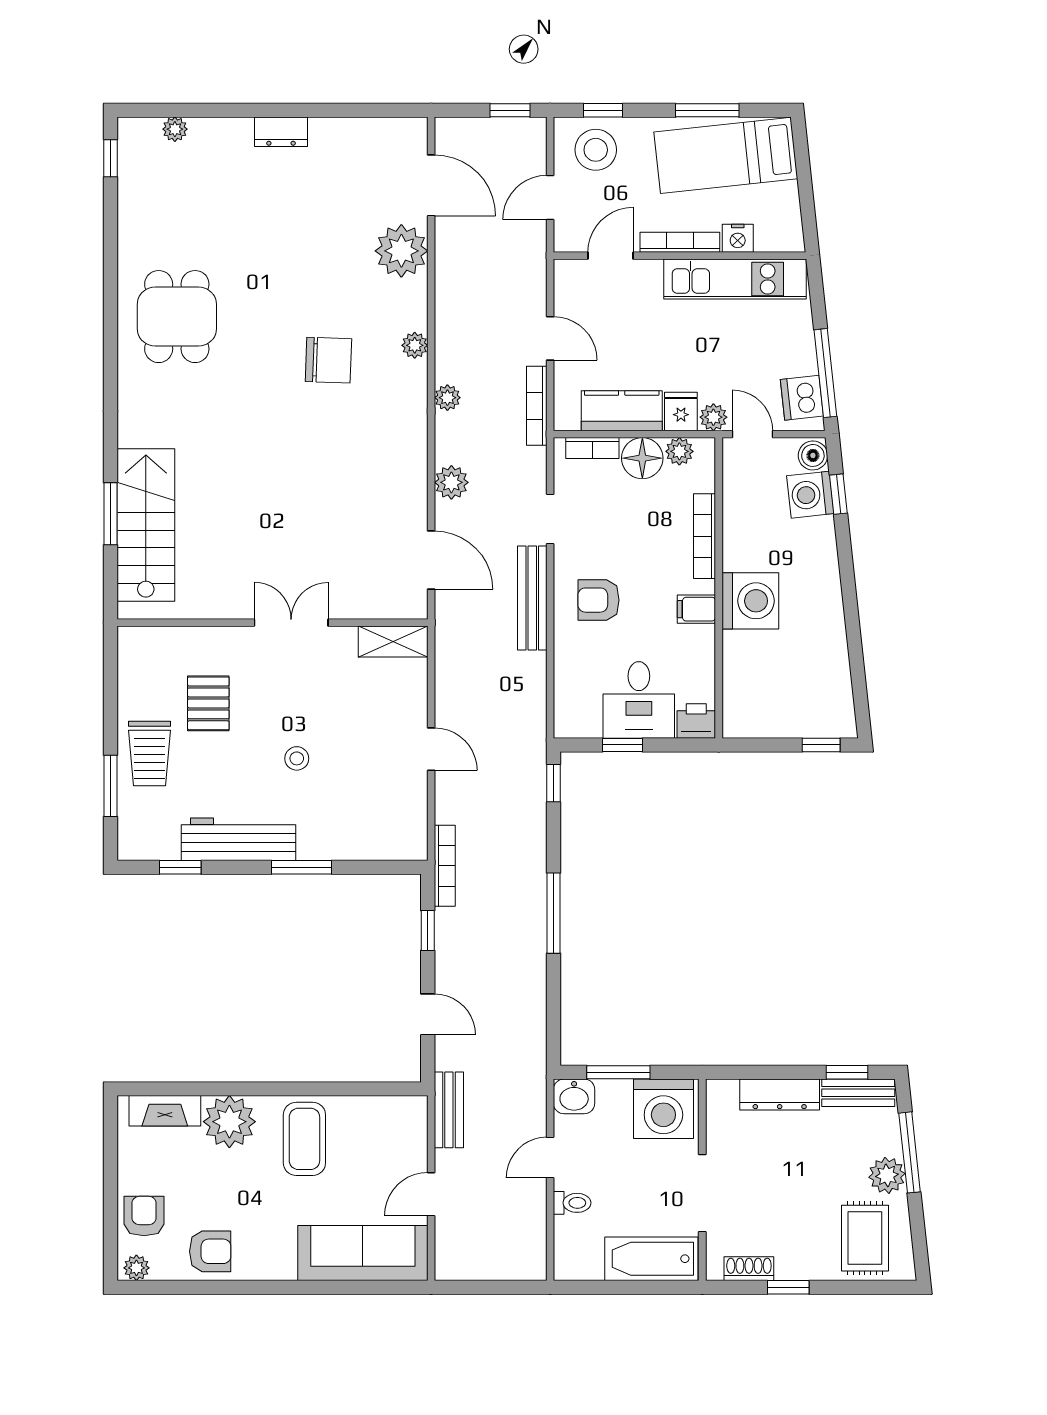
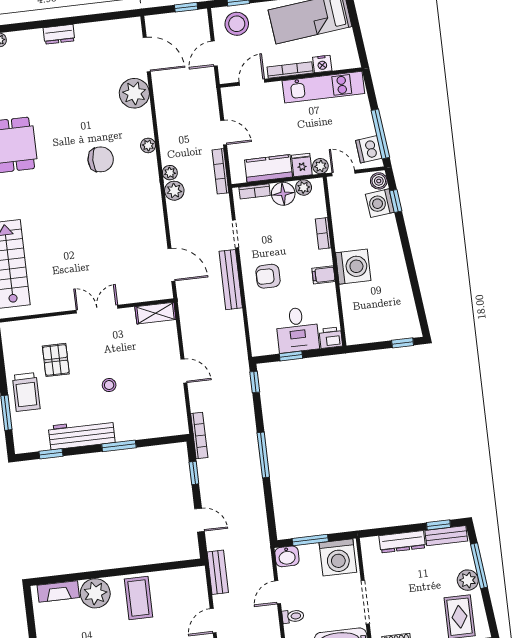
plant: (451, 482) -> (174, 191), moved
bookcase: (705, 536) -> (323, 233), width x0.64

